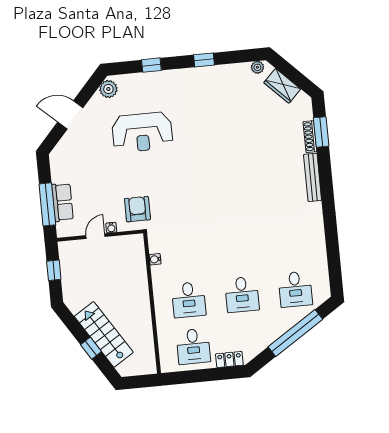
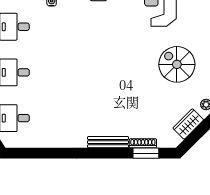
spiral stairs: (214, 106) -> (177, 64), added

